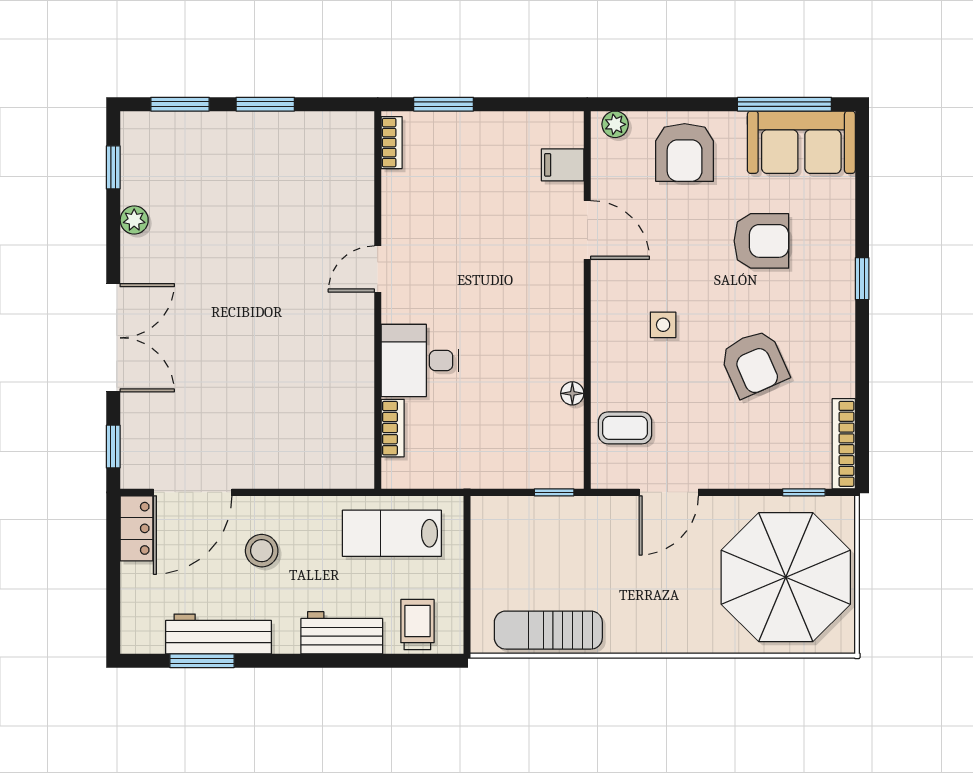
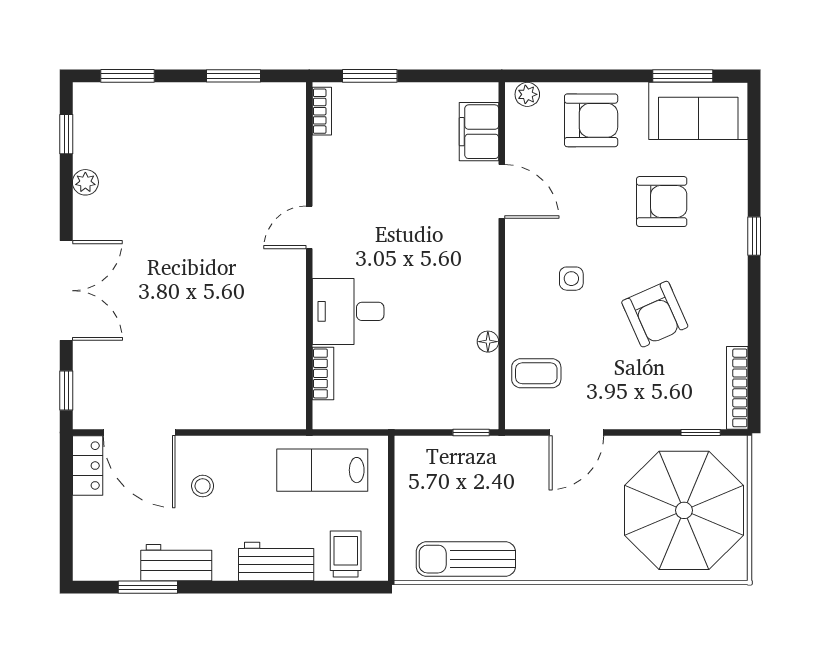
window: (265, 104) -> (234, 76), moved
window: (784, 104) -> (683, 76), width x0.69
armchair: (685, 152) -> (591, 120), turned -90
filing cabinet: (563, 165) -> (479, 132), width x2.00
door: (193, 492) -> (139, 433), hinge flipped
stool: (262, 551) -> (203, 486), width x0.73, depth x0.73
workbench: (219, 634) -> (176, 563), width x0.73

